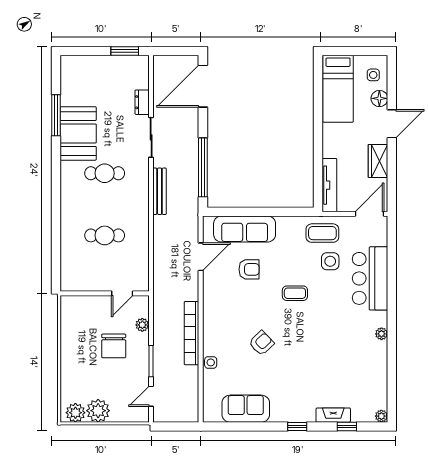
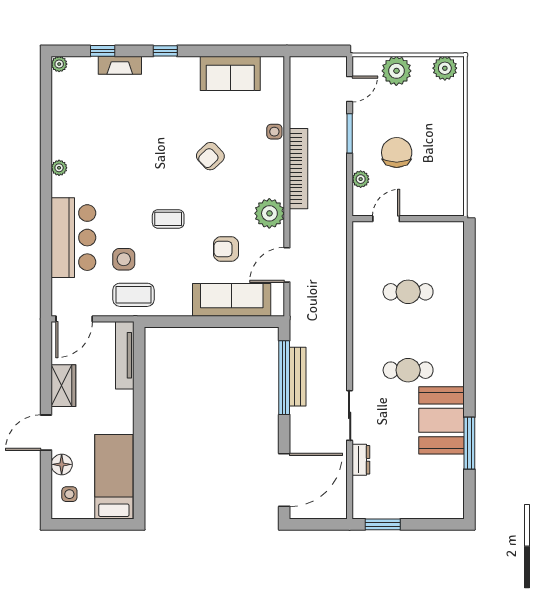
bench: (160, 191) -> (298, 377), moved
plant: (215, 298) -> (269, 213), added
plant: (98, 411) -> (396, 71), moved

